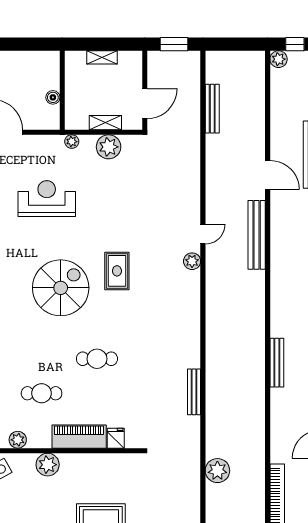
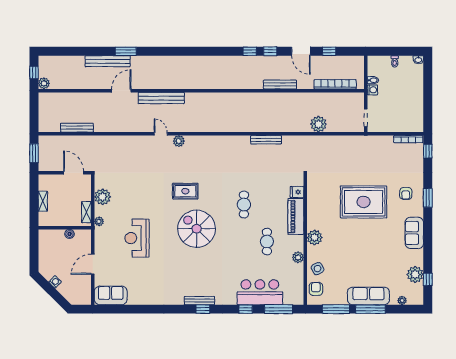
shelving: (105, 123) -> (86, 212), moved
bench: (277, 363) -> (280, 84), moved

